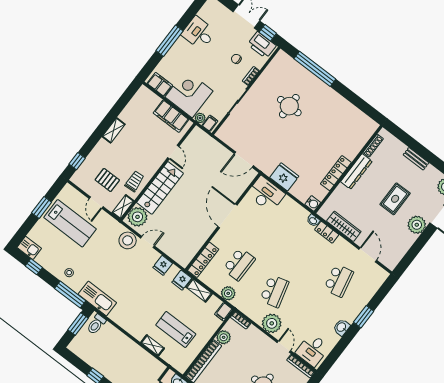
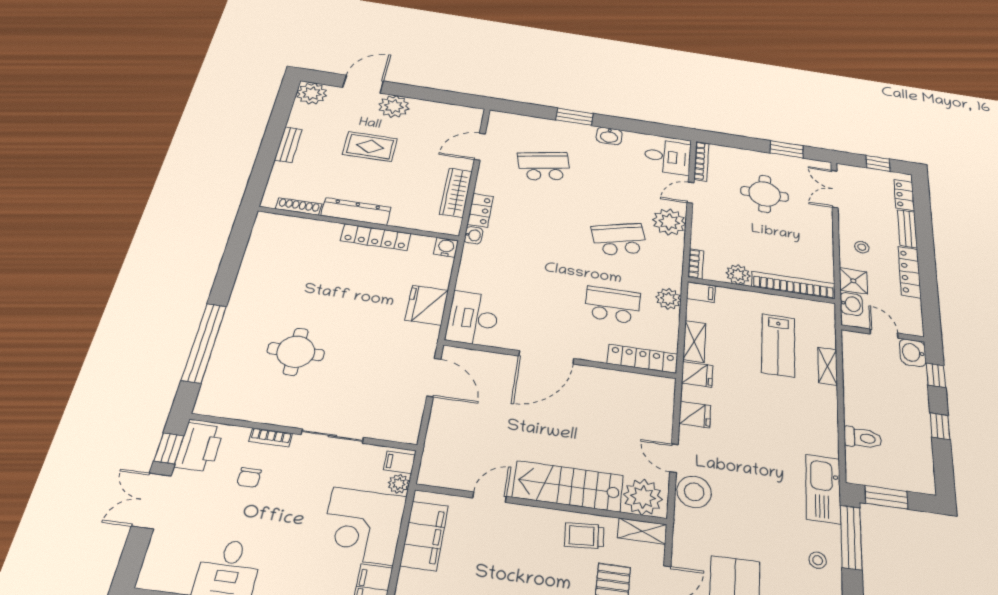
toilet: (96, 324) -> (863, 438), moved

